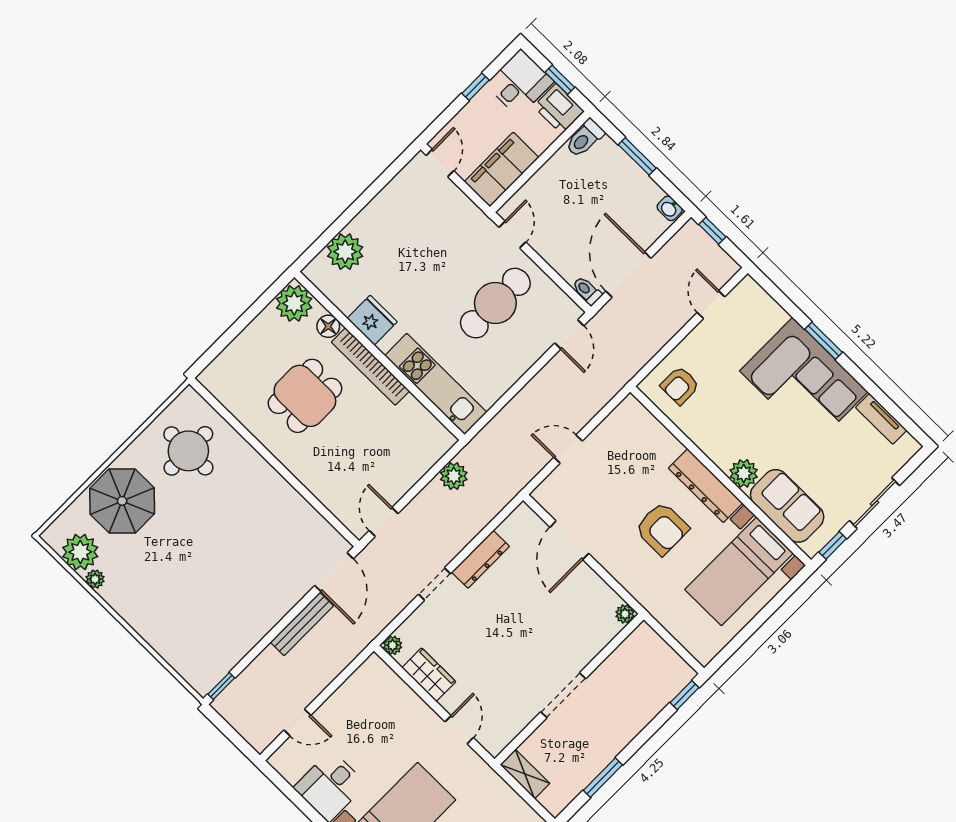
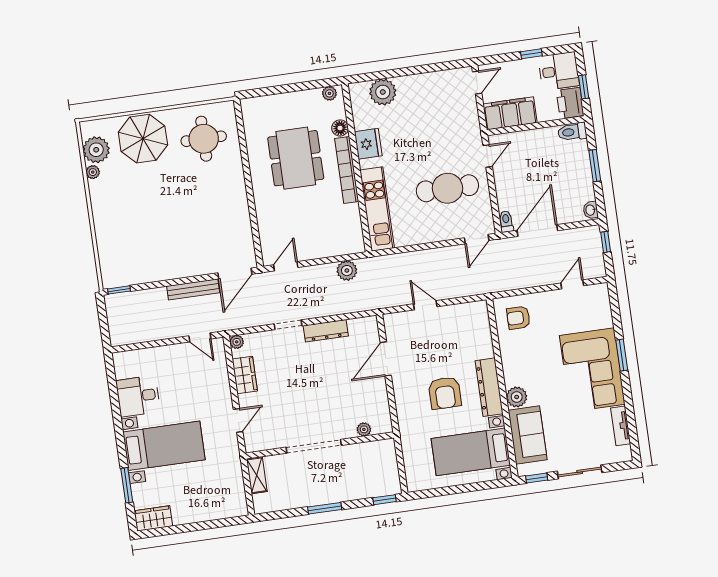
plant: (294, 303) -> (329, 93), width x0.53, depth x0.53
dining table: (305, 396) -> (296, 158), width x1.37
plant: (625, 614) -> (364, 429), moved
doorway: (563, 695) -> (314, 446), width x1.36
door: (297, 723) -> (200, 337), moved
window: (603, 778) -> (325, 508), moved

